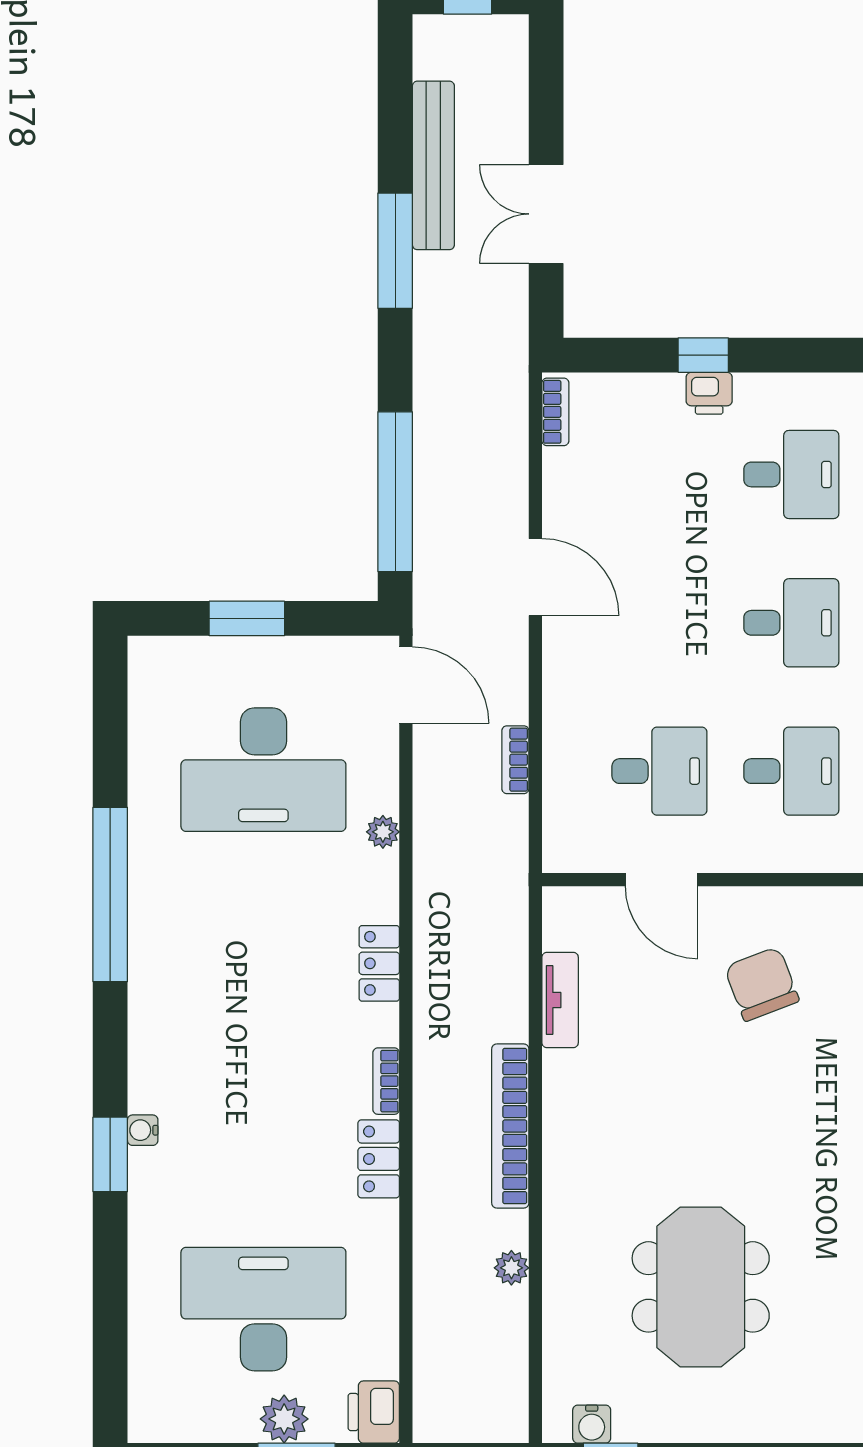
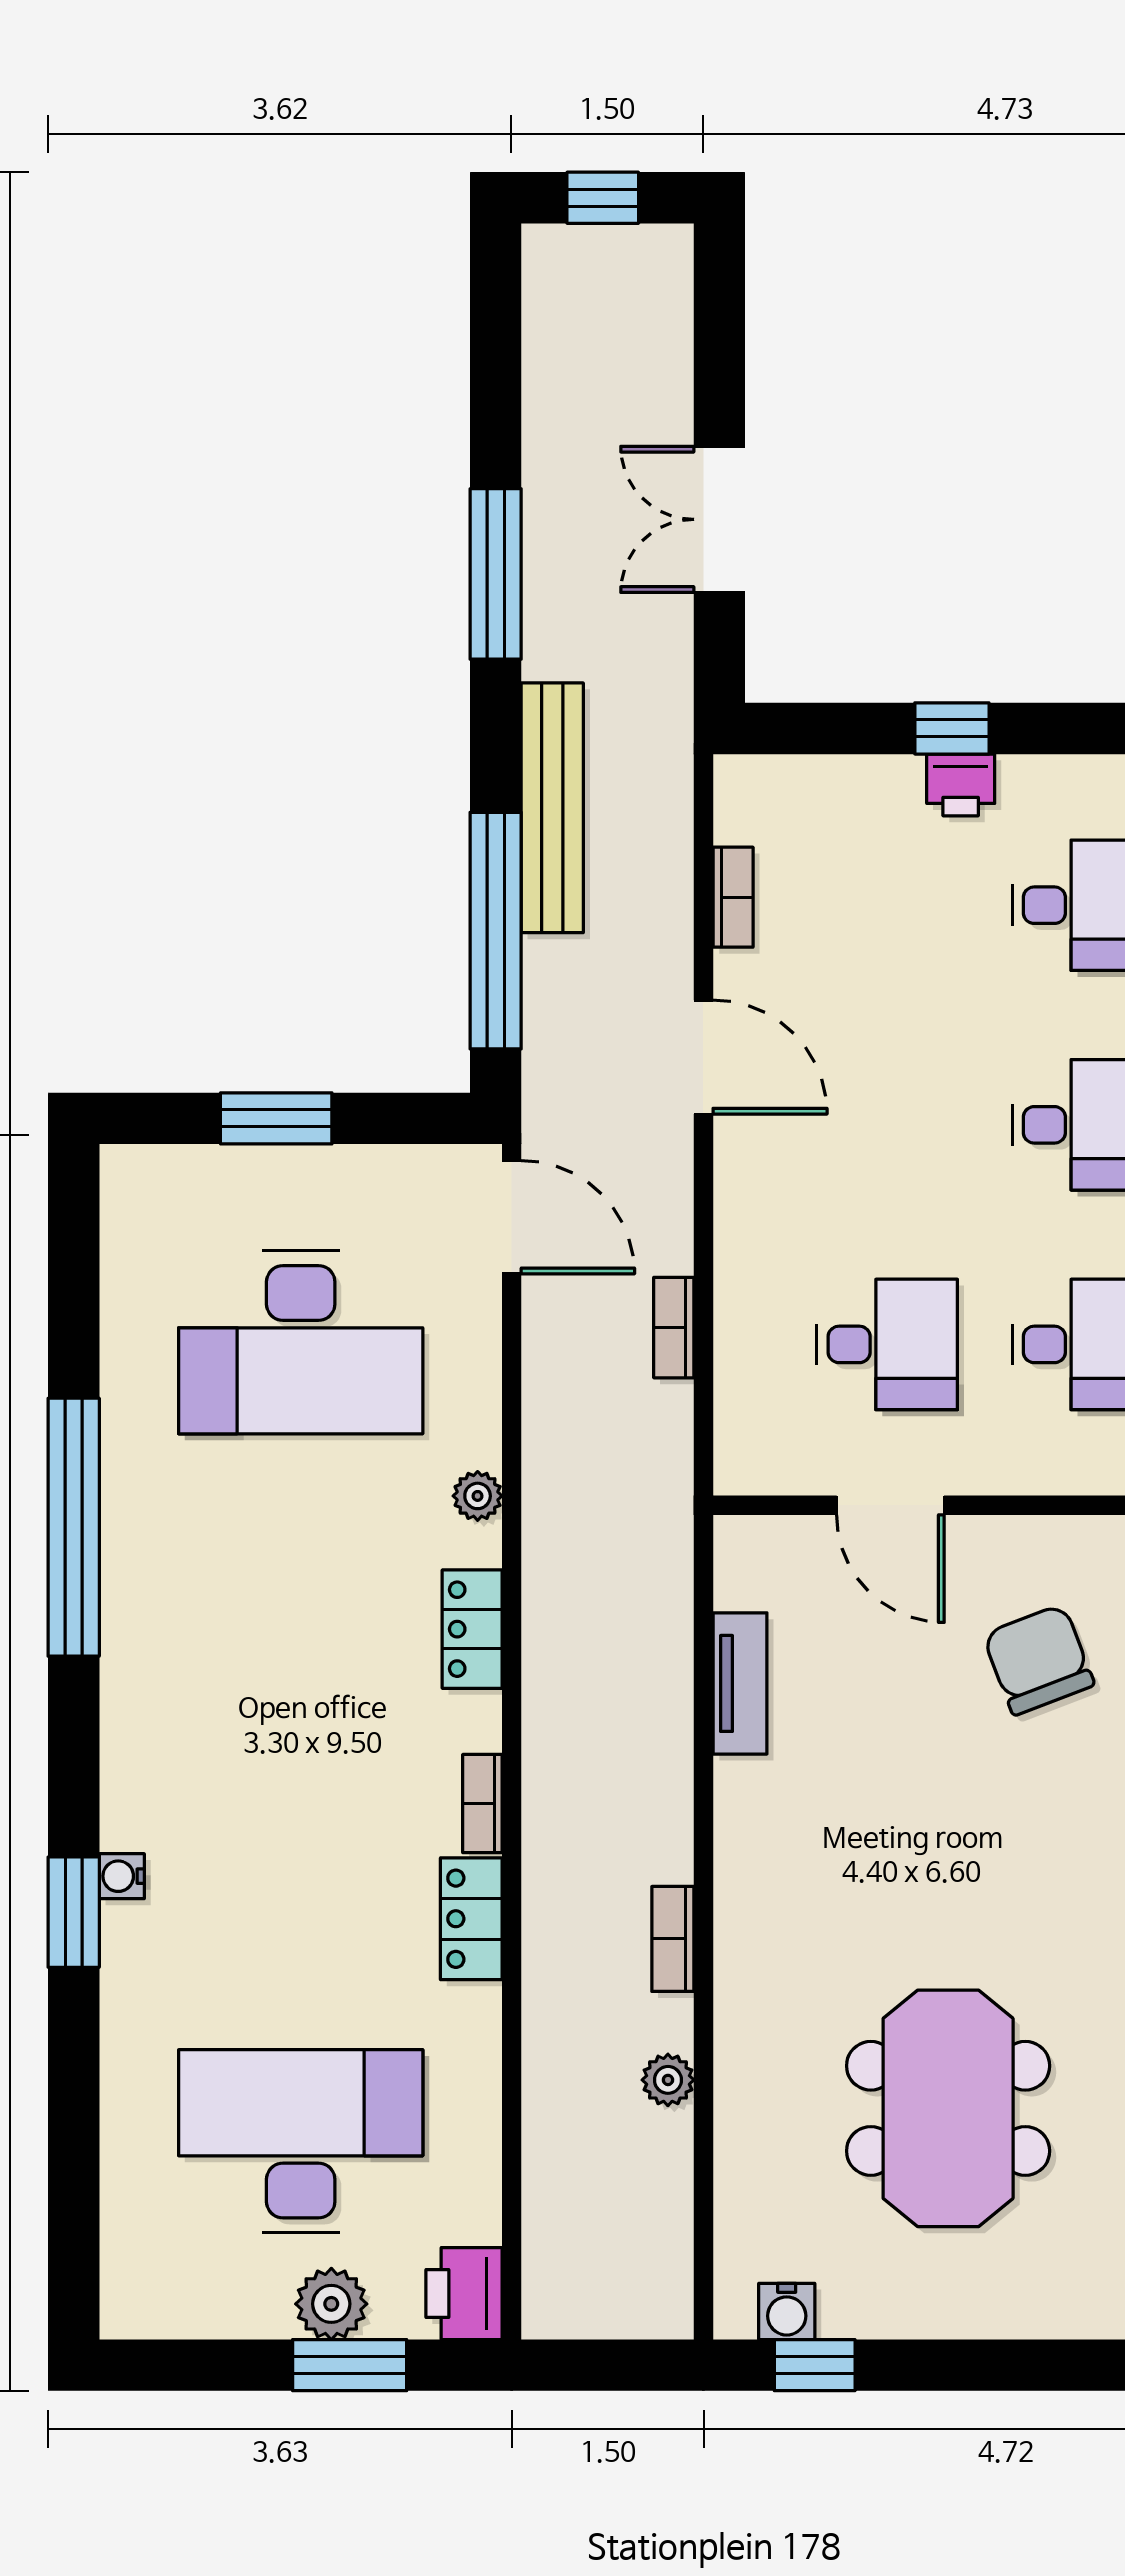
bench: (433, 165) -> (552, 808), moved
bookcase: (555, 412) -> (733, 897), moved
plant: (383, 832) -> (478, 1496), moved
bookcase: (510, 1126) -> (673, 1939), width x0.43, depth x0.76

